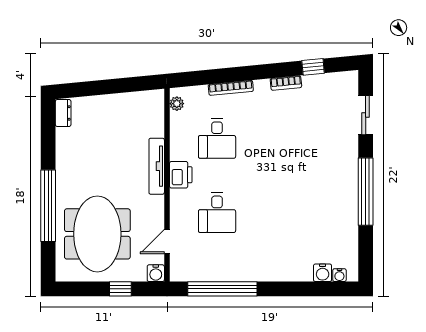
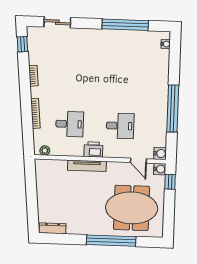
window: (313, 67) -> (22, 44), moved
dresser: (63, 113) -> (52, 228), width x1.44
window: (366, 192) -> (125, 25), moved
water cooler: (323, 273) -> (160, 153), moved
window: (120, 289) -> (170, 182), moved
window: (222, 289) -> (173, 108), moved

